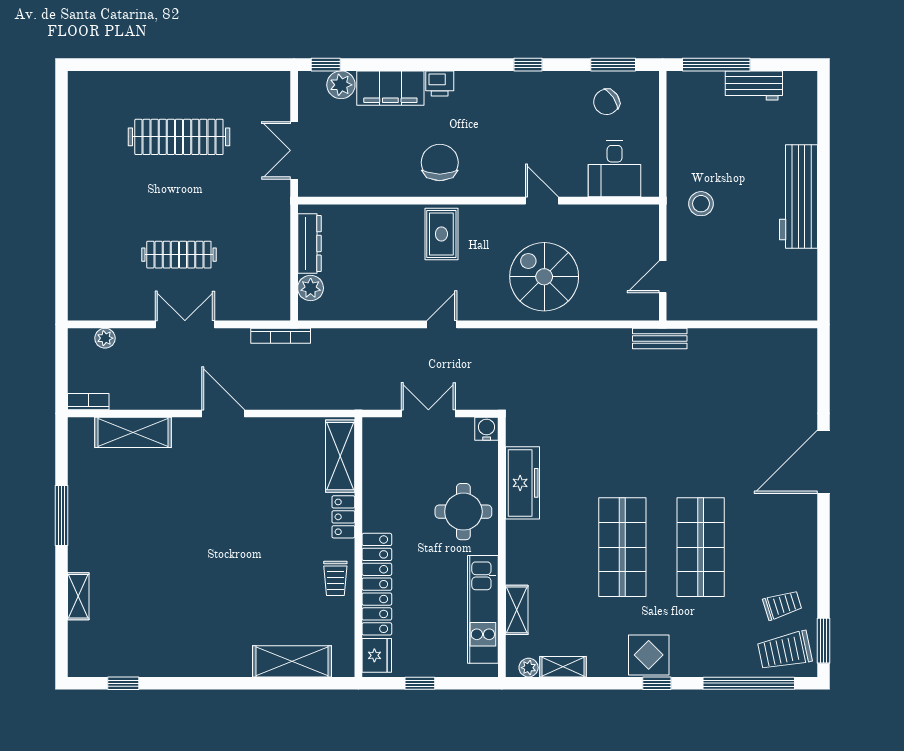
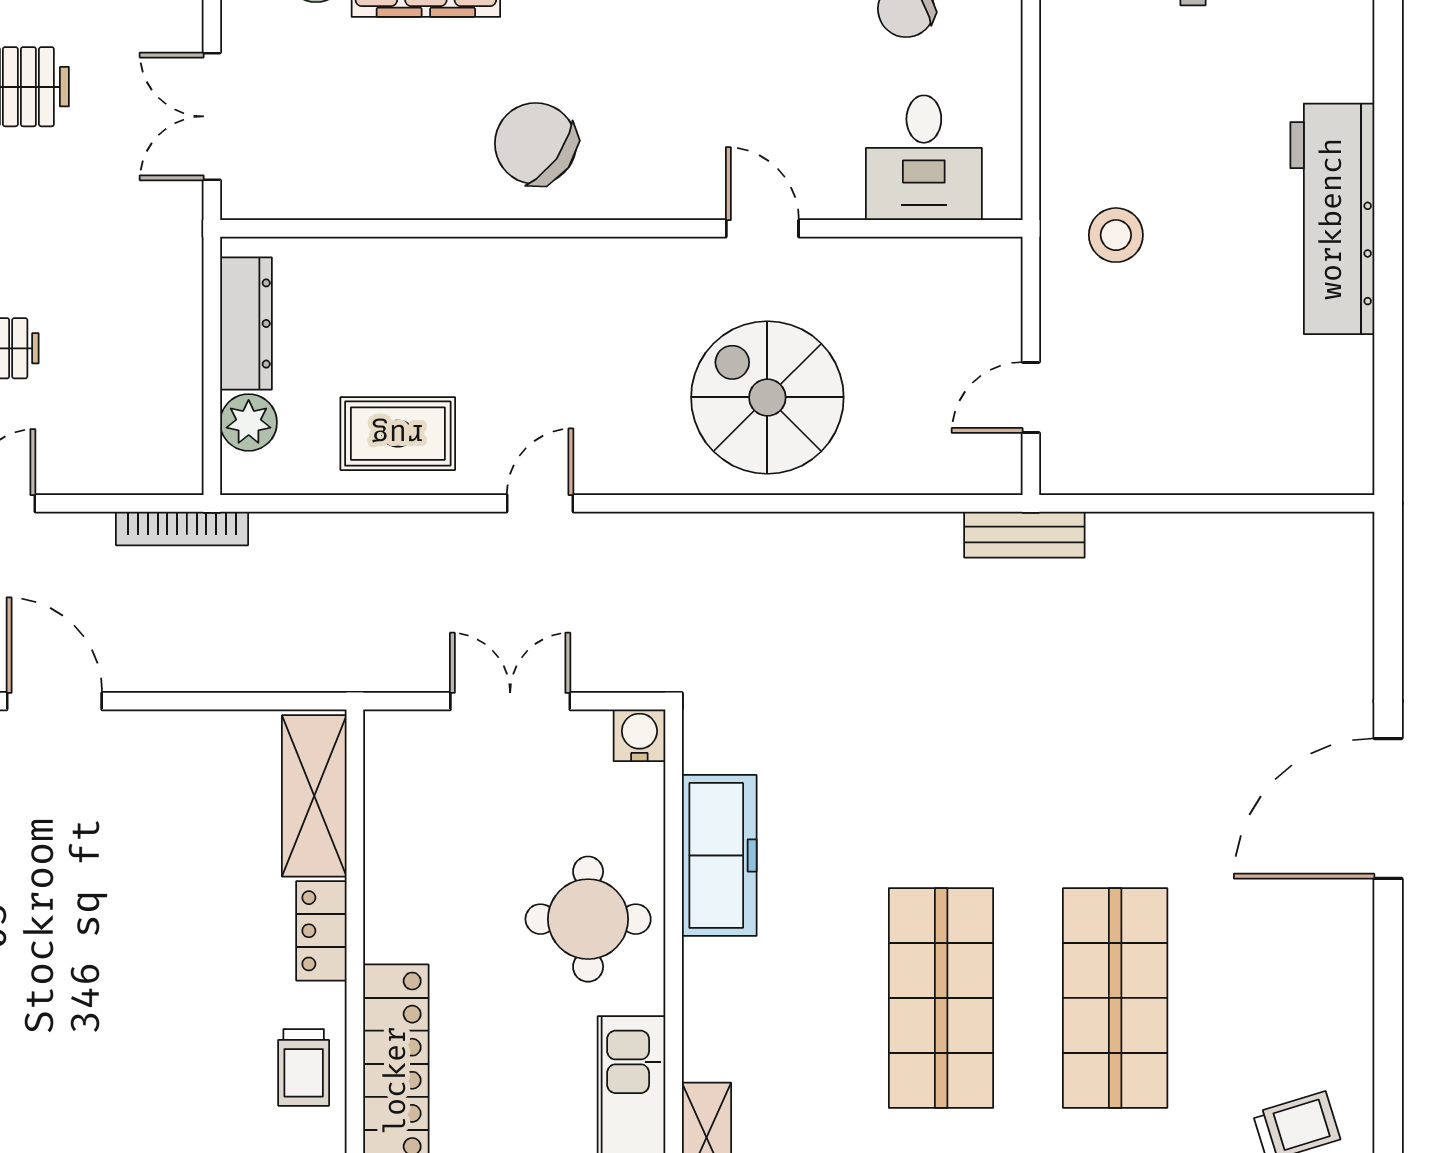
chair: (440, 162) -> (536, 144), turned -54
rug: (441, 234) -> (398, 434), moved, turned 90

